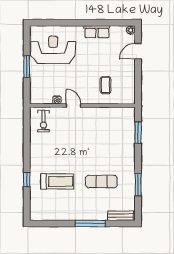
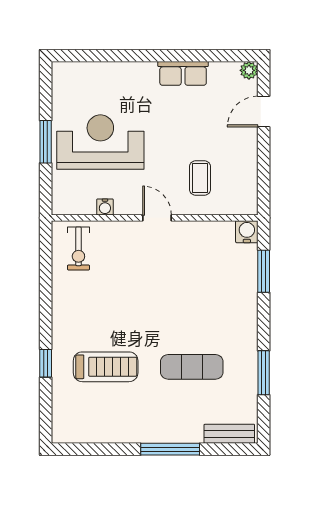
reception desk: (53, 50) -> (100, 142), moved
door: (74, 105) -> (157, 218), moved
water cooler: (129, 113) -> (247, 232), added

